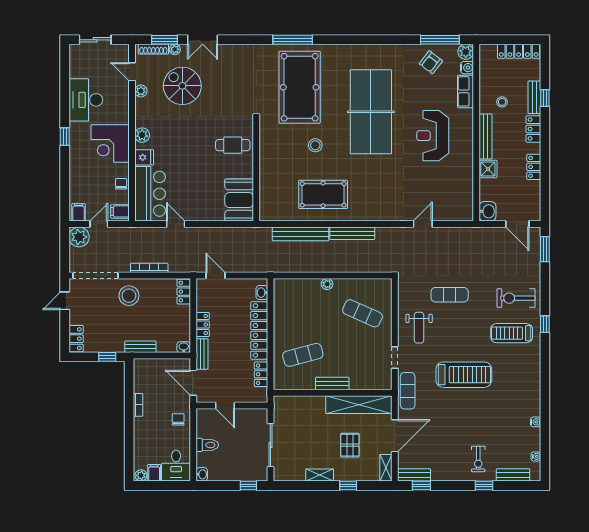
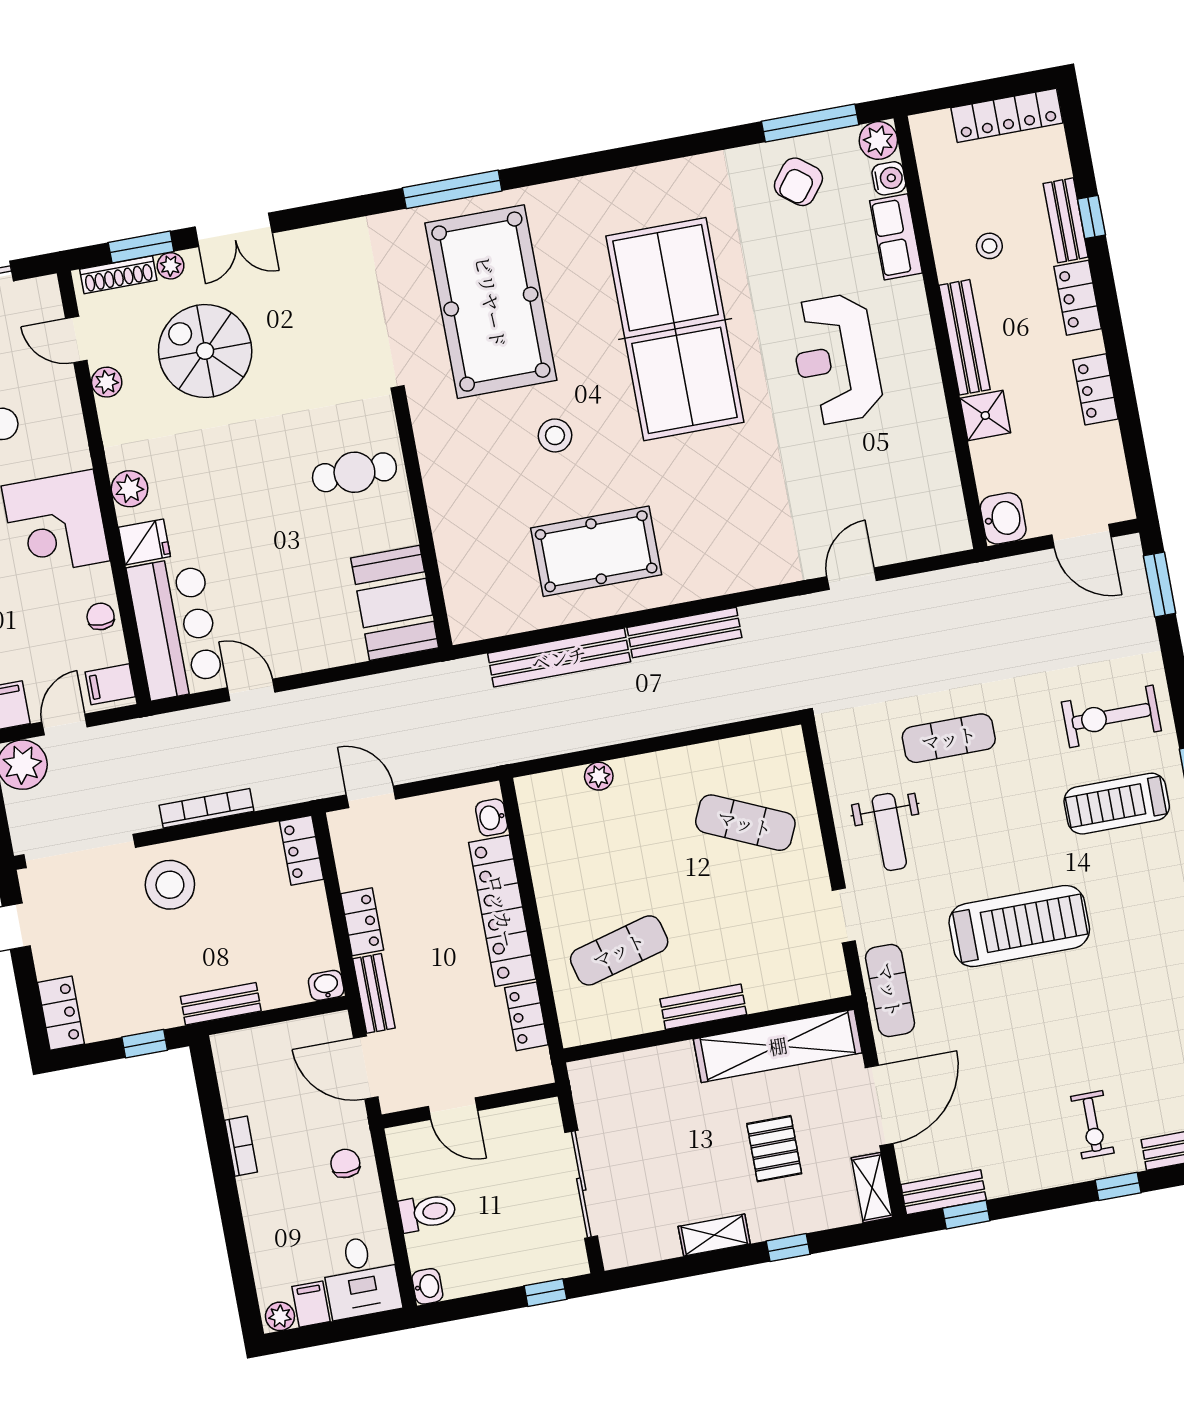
plant: (327, 284) -> (599, 776), moved

